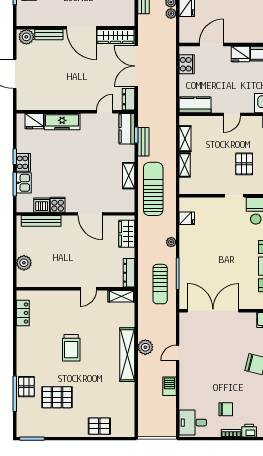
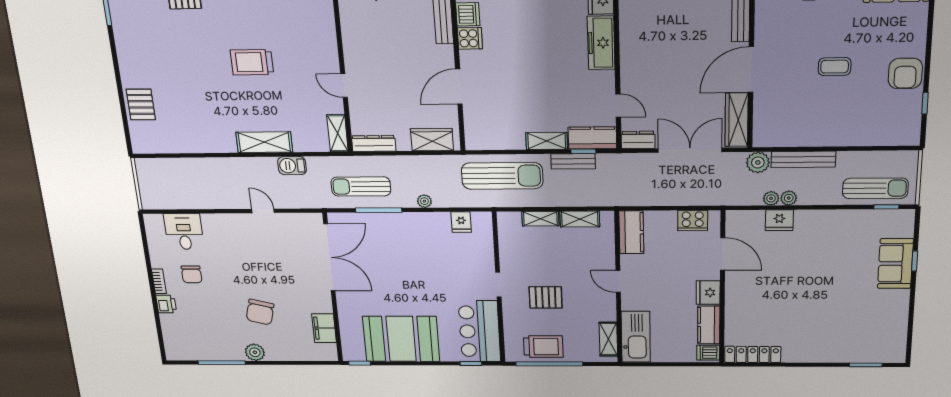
shelving: (129, 176) -> (547, 141), moved
plant: (145, 347) -> (758, 162), moved
shelving: (127, 355) -> (264, 142), width x0.68
barbecue: (169, 386) -> (292, 166), moved, turned 180
pallet: (57, 397) -> (175, 43), removed
desk: (193, 423) -> (184, 232), moved

